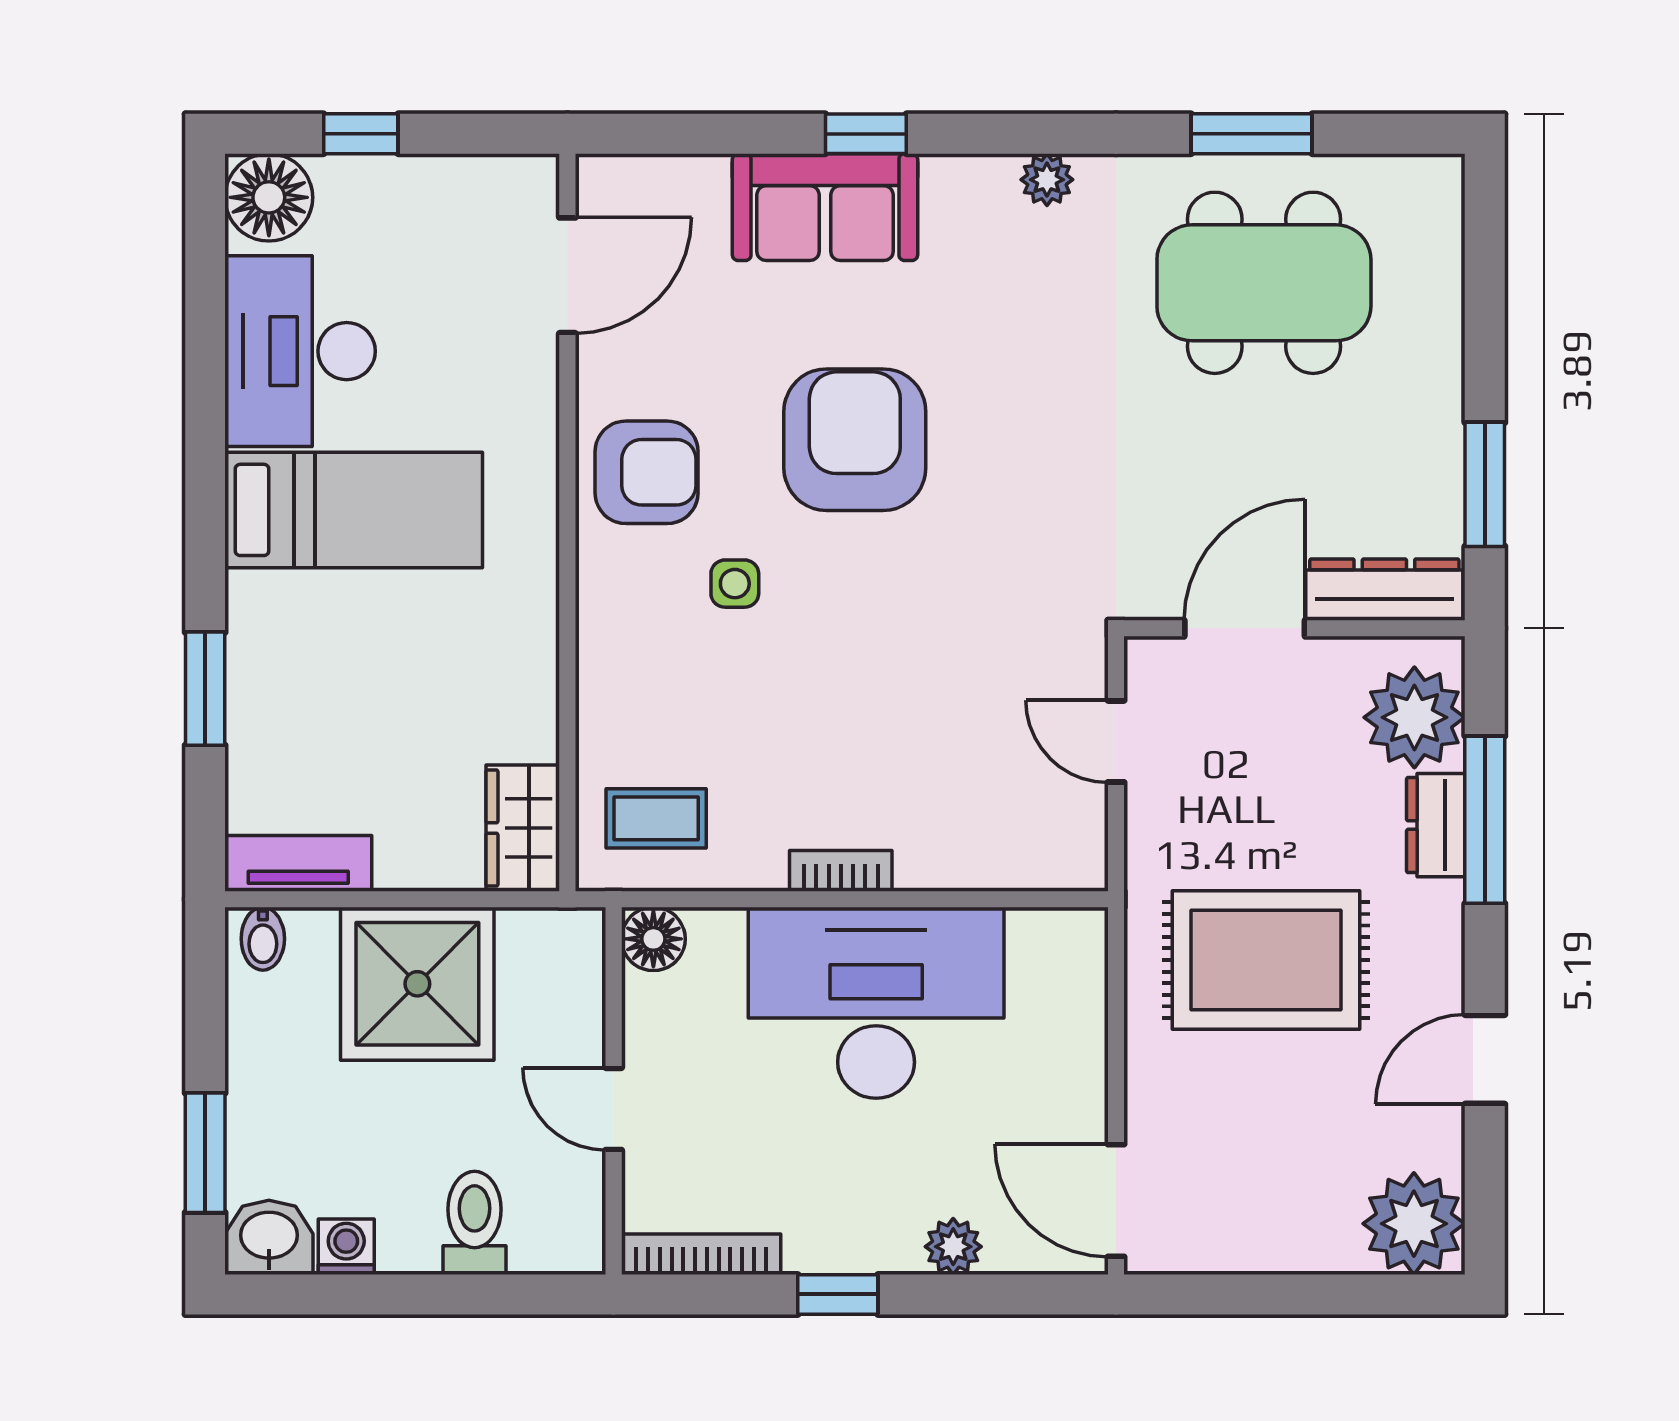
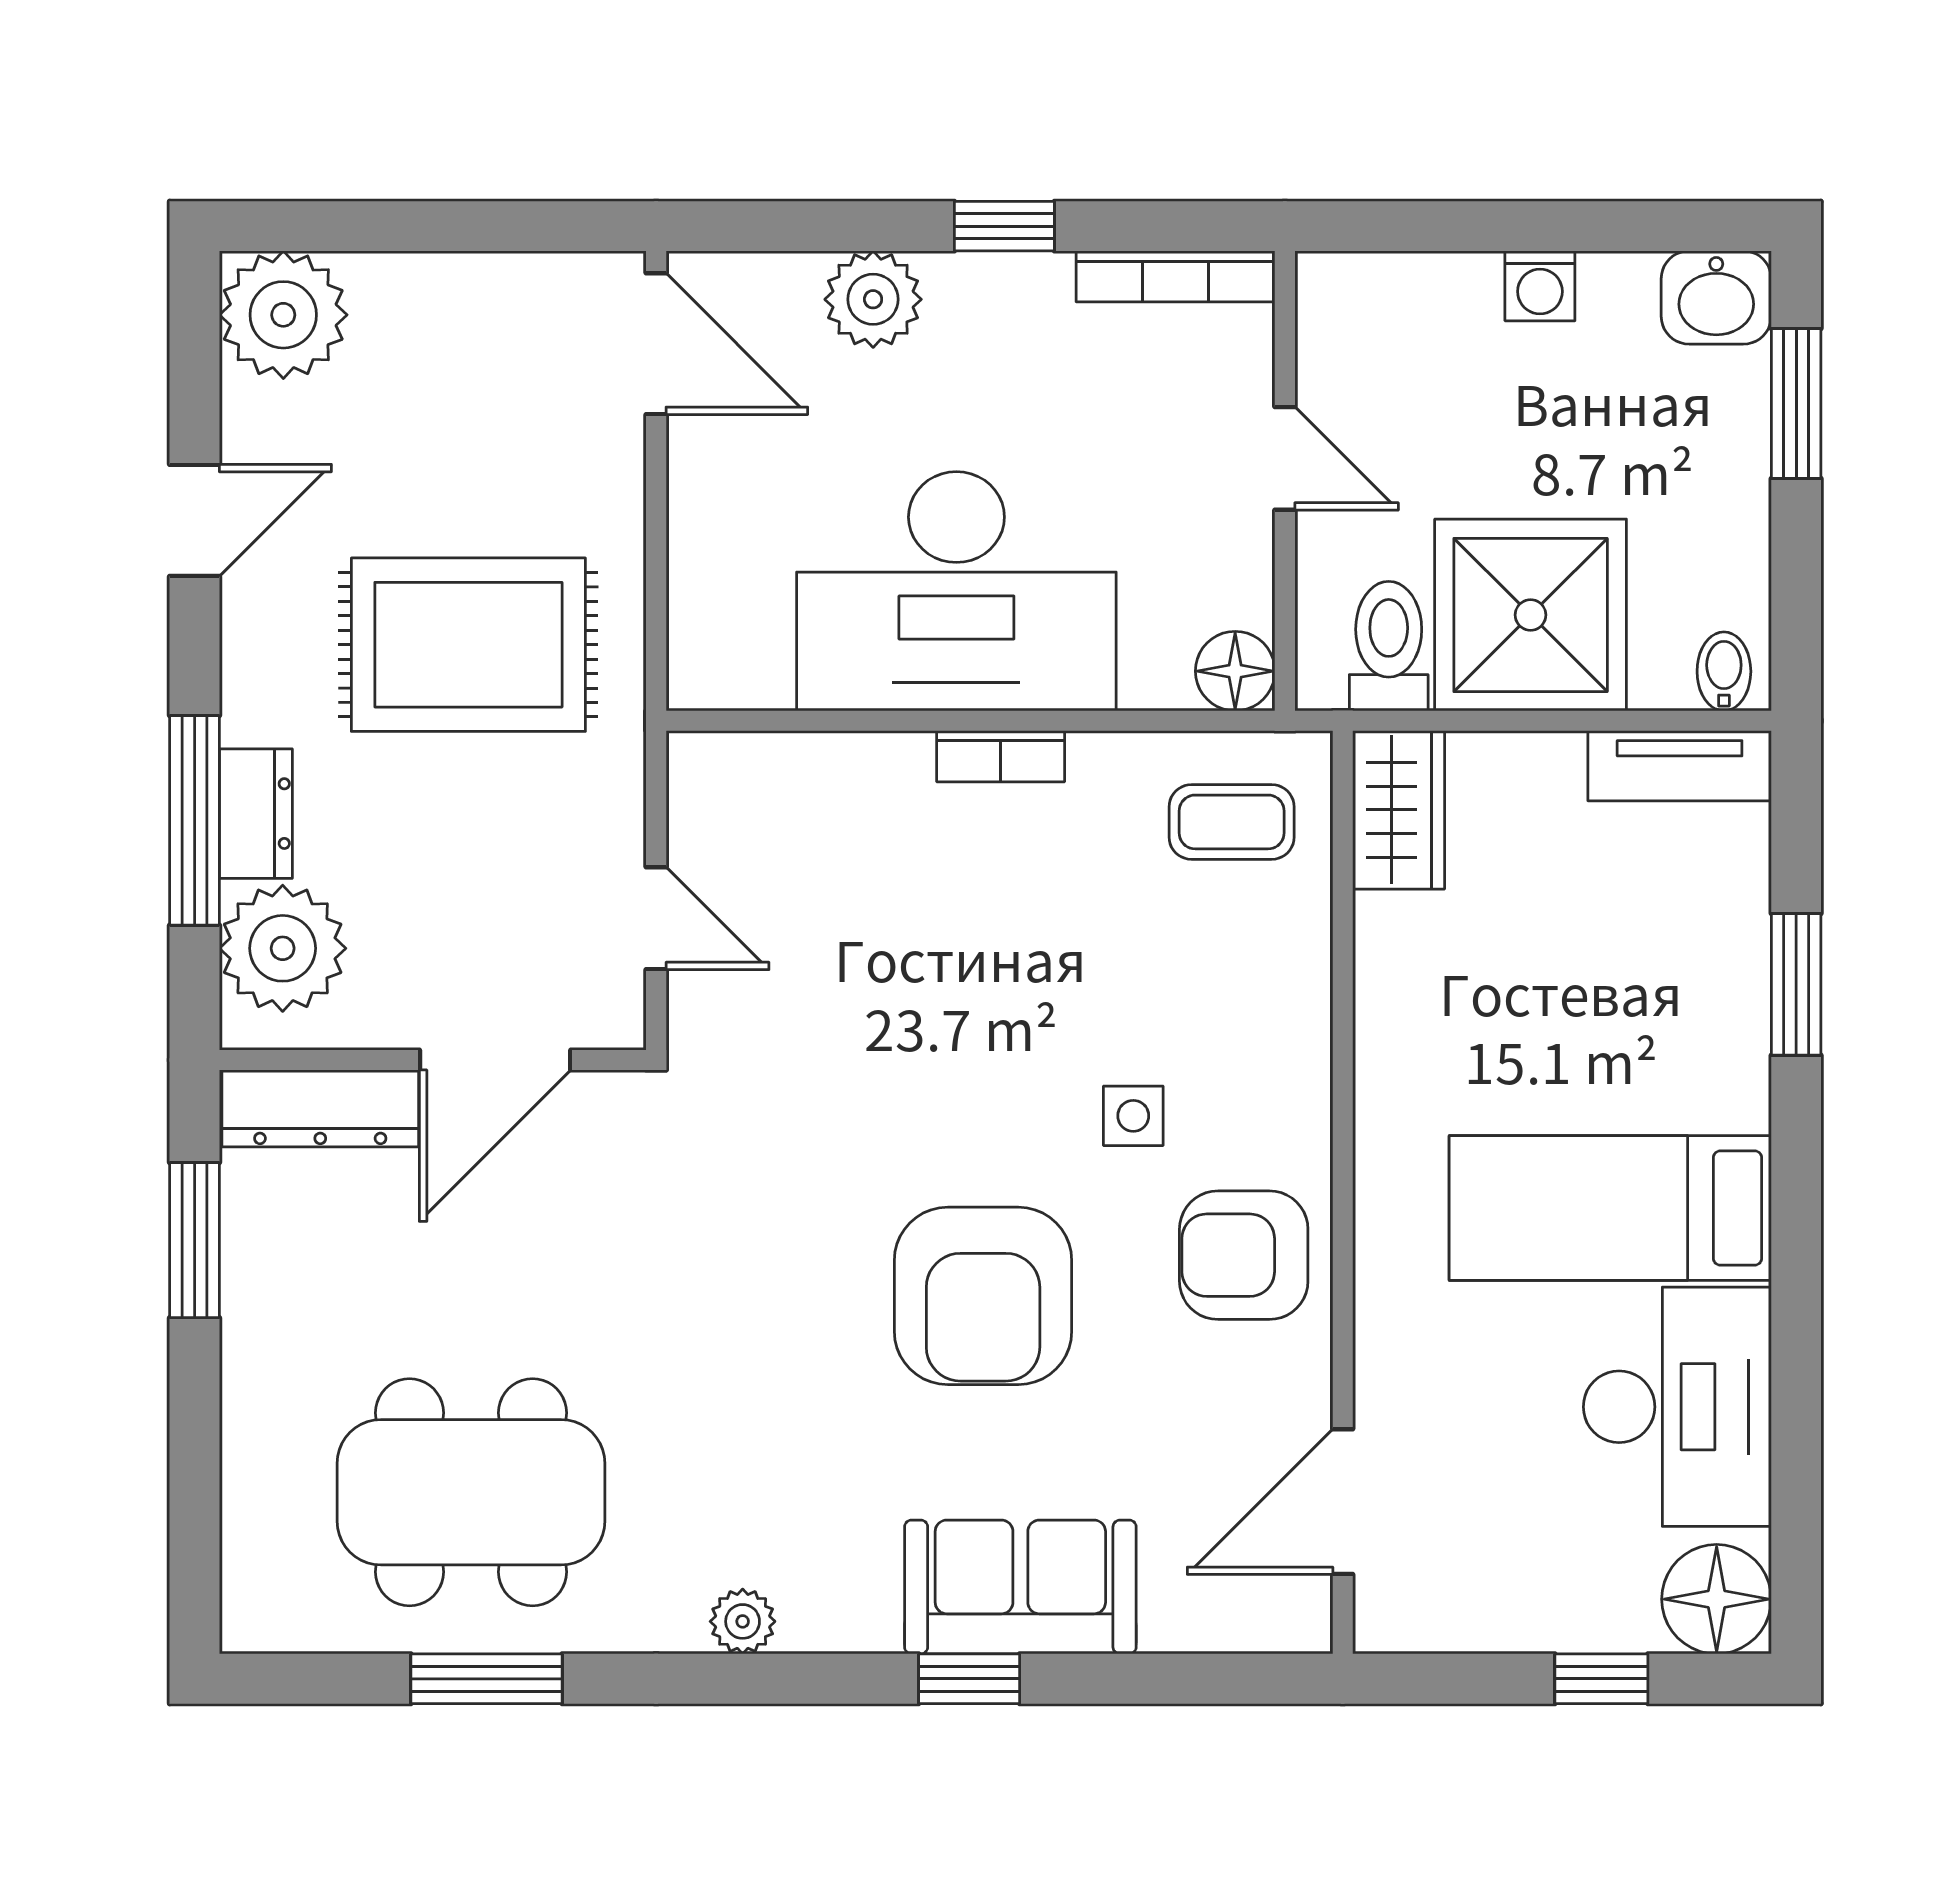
toilet: (475, 1223) -> (1389, 646), moved, turned 180
washing machine: (346, 1247) -> (1540, 286), moved
plant: (953, 1247) -> (873, 299), width x1.38, depth x1.38

